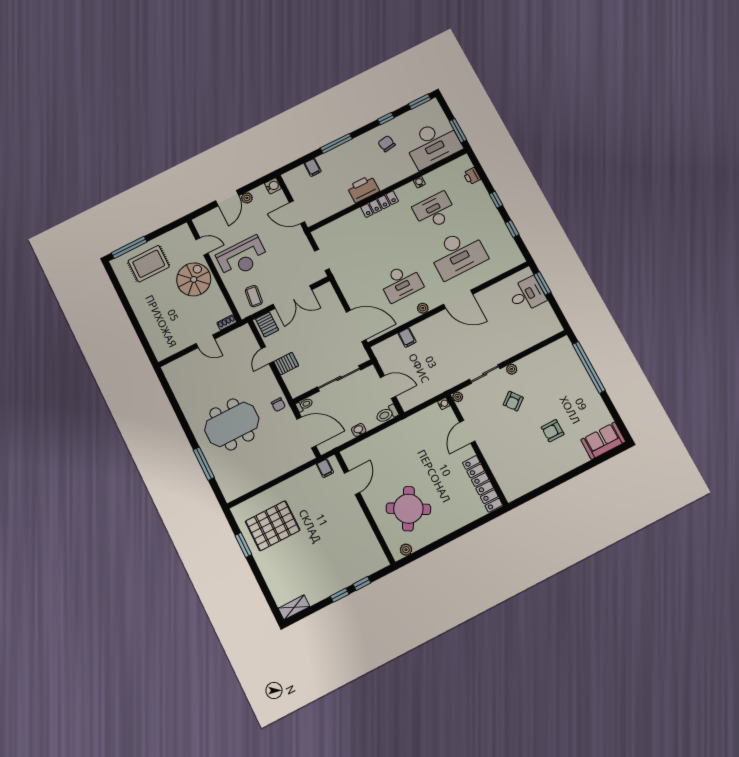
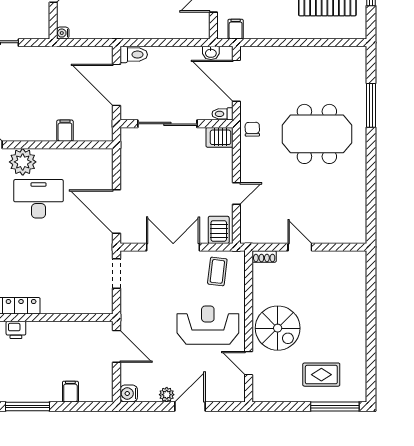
printer: (363, 189) -> (16, 330), width x0.53, depth x0.68
rug: (149, 264) -> (321, 375), width x0.73, depth x0.70
spiral stairs: (194, 279) -> (278, 328), turned -90
plant: (423, 308) -> (23, 162), width x1.88, depth x1.88
door: (356, 326) -> (116, 212), moved
server rack: (286, 364) -> (219, 137), moved
door: (388, 387) -> (116, 85), width x1.36
plant: (458, 397) -> (43, 33), removed
washbasin: (359, 430) -> (211, 53), moved

